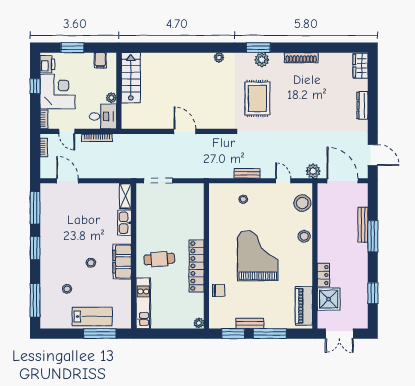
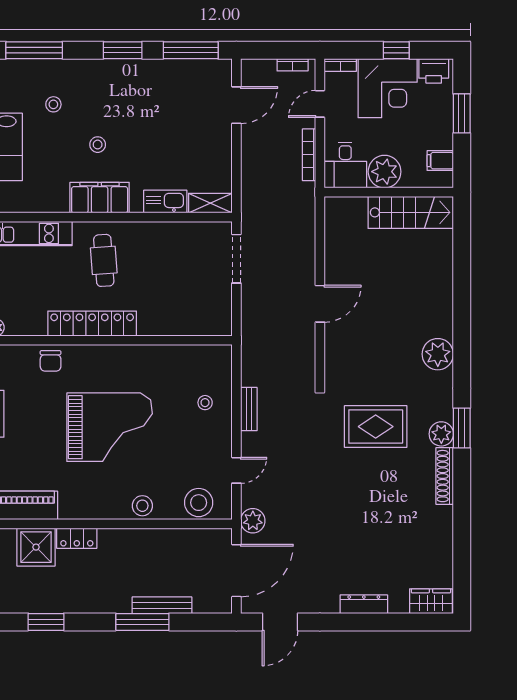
plant: (219, 57) -> (438, 354), width x1.88, depth x1.88
shoe rack: (301, 58) -> (445, 476), moved
plant: (111, 98) -> (385, 172), width x1.87, depth x1.87

